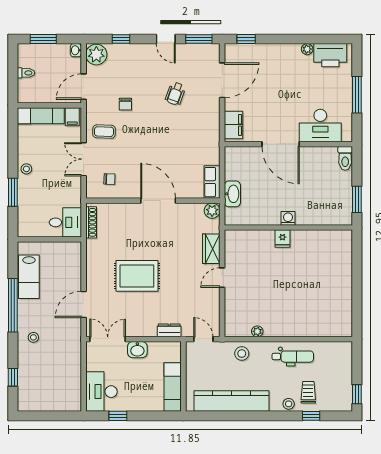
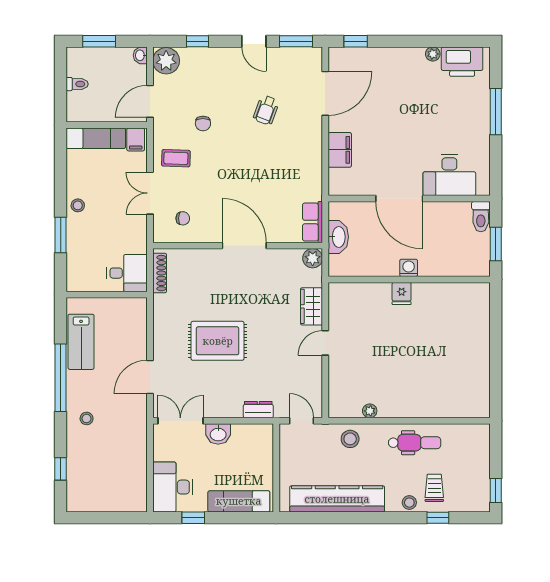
desk: (320, 125) -> (449, 175), moved
door: (281, 144) -> (399, 199), moved
wall: (288, 144) -> (409, 199), moved
toilet: (345, 158) -> (481, 217), moved
exam couch: (173, 387) -> (239, 501), moved, turned 90

